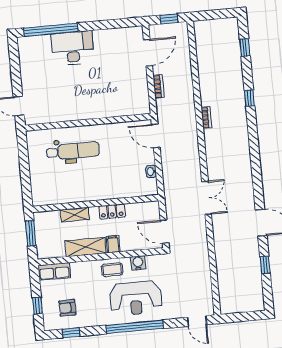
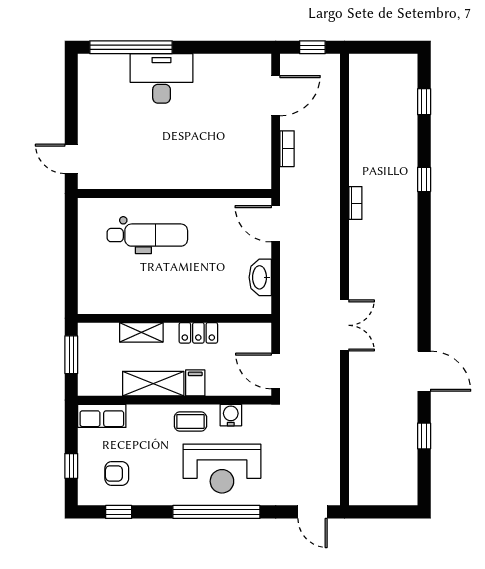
washbasin: (151, 171) -> (260, 277), width x1.91, depth x1.45

